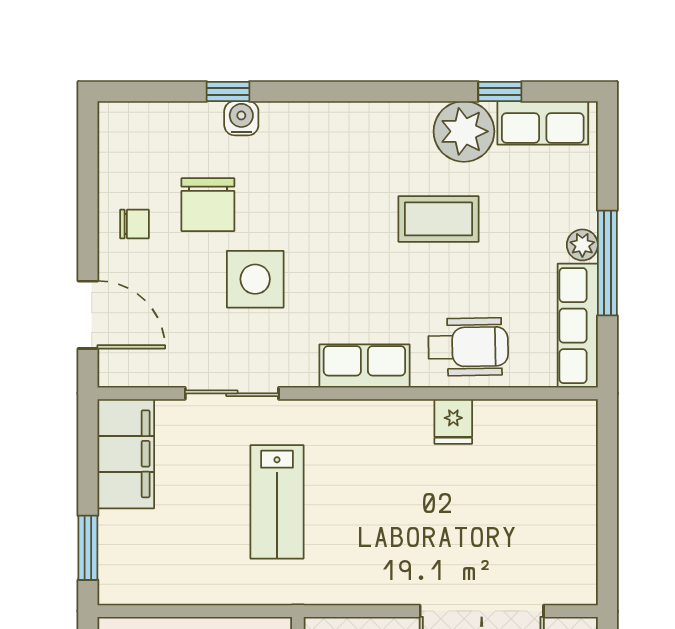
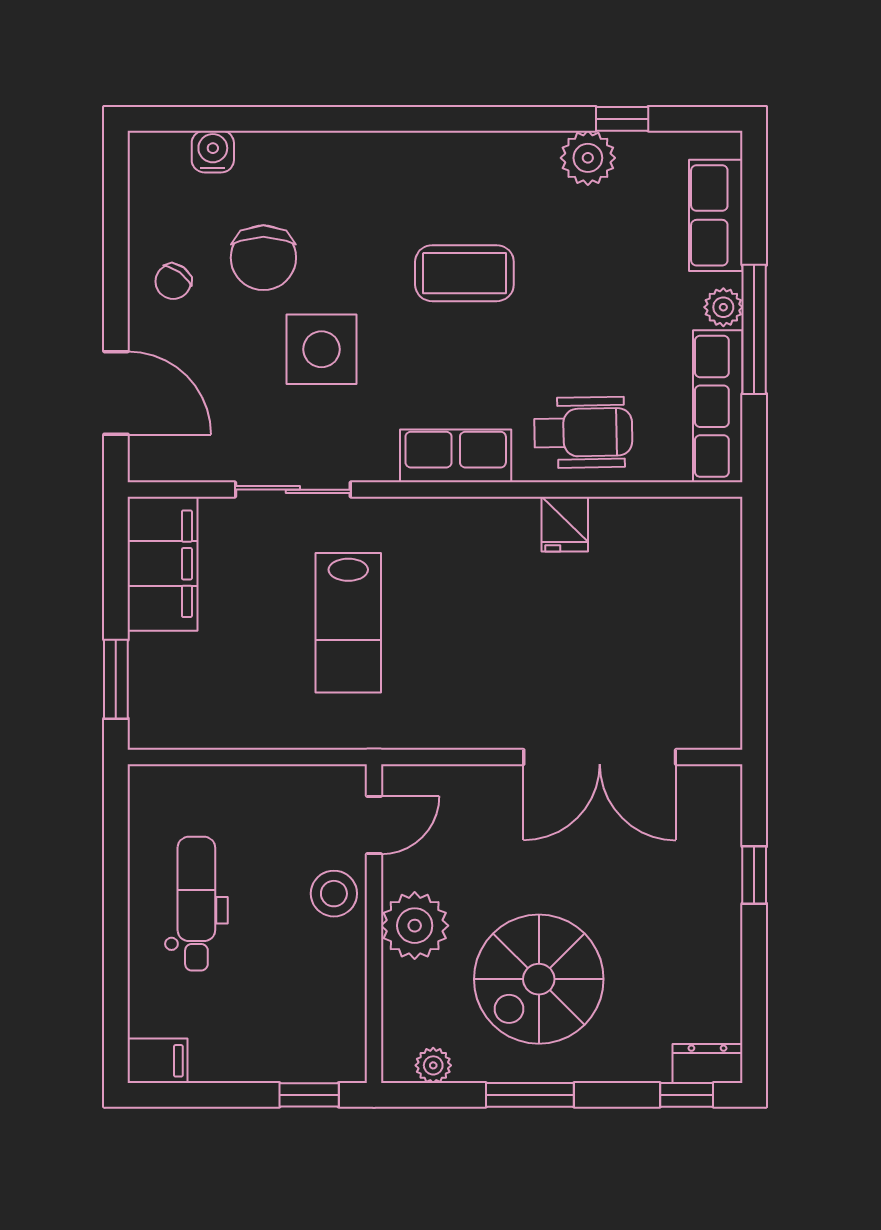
window: (228, 92) -> (288, 119), removed
water cooler: (241, 118) -> (213, 152), moved
row of seats: (543, 123) -> (716, 215), moved, turned 90
plant: (464, 131) -> (588, 158), width x0.73, depth x0.73
coffee table: (438, 219) -> (464, 273), moved
chair: (134, 224) -> (173, 281), turned 126

